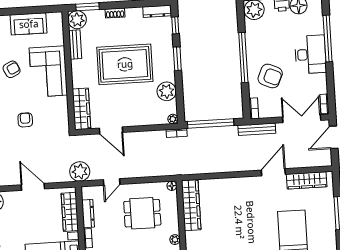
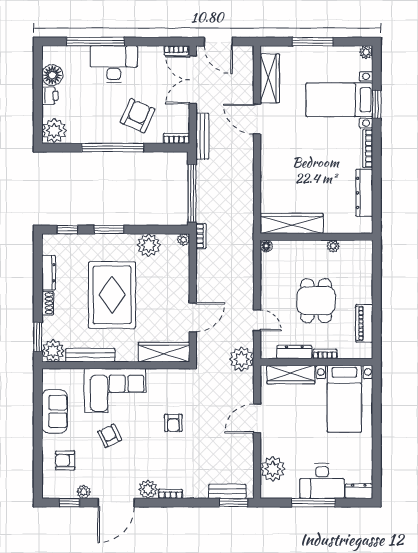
dresser: (157, 11) -> (49, 273), moved
bench: (75, 45) -> (90, 355), width x1.36
armchair: (25, 120) -> (173, 423), turned -90
dining table: (142, 213) -> (316, 301), moved

